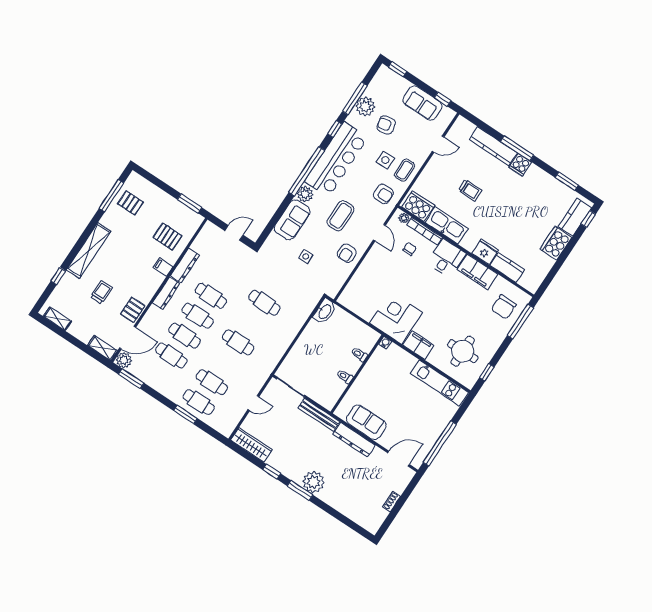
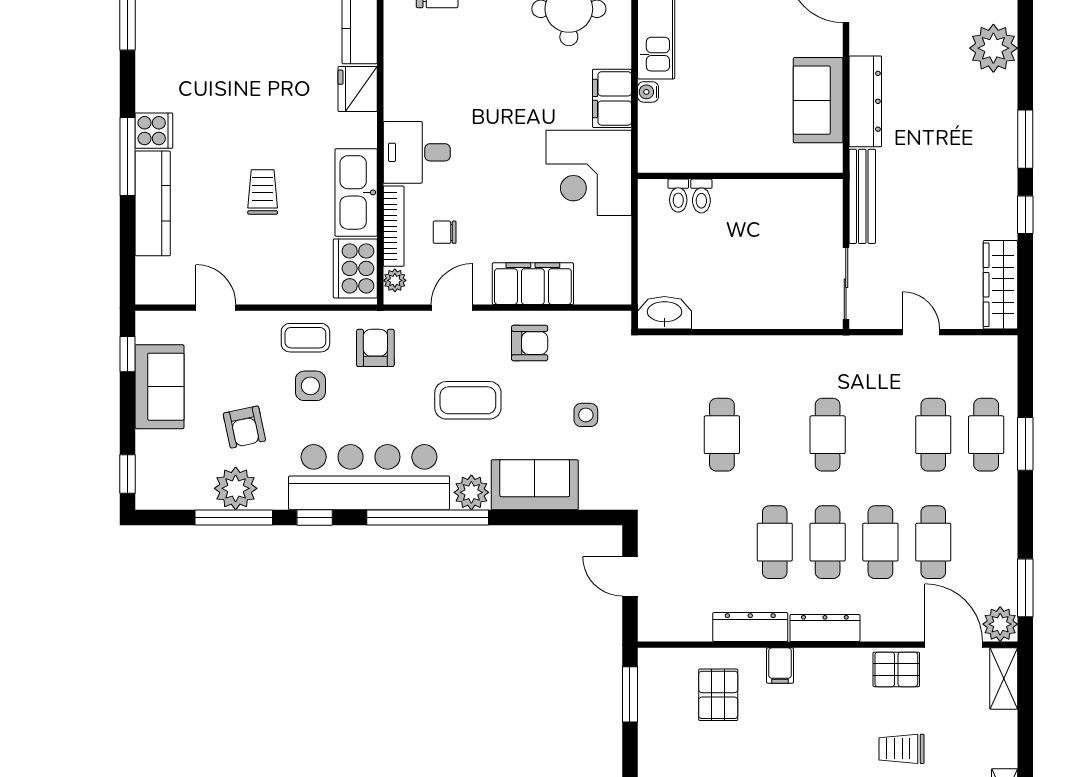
filing cabinet: (477, 272) -> (533, 284), moved, turned -90
water cooler: (385, 343) -> (648, 92), moved
toilet: (345, 377) -> (678, 196), moved
plant: (313, 482) -> (993, 48), moved

